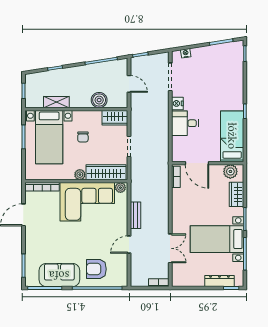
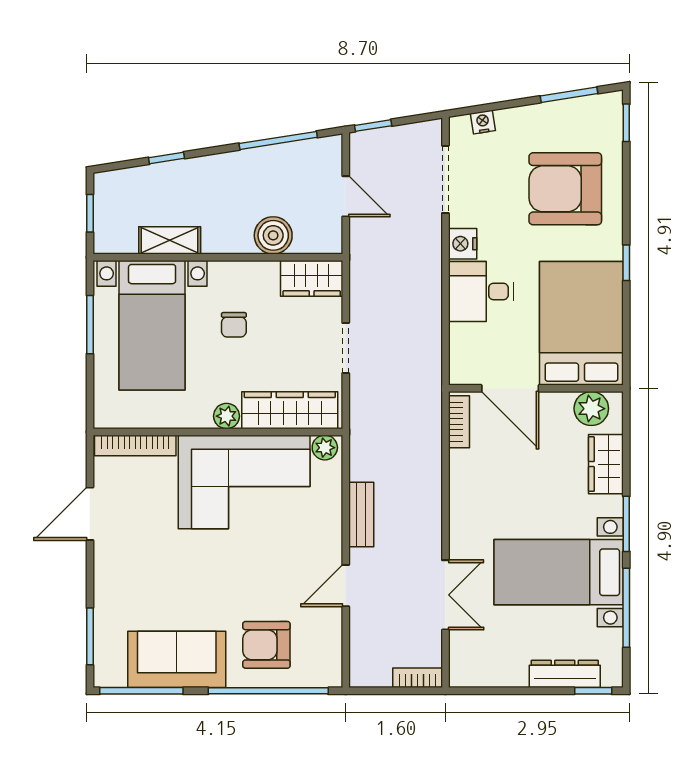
armchair: (220, 81) -> (565, 189), added
bed: (232, 136) -> (581, 323), width x1.50

